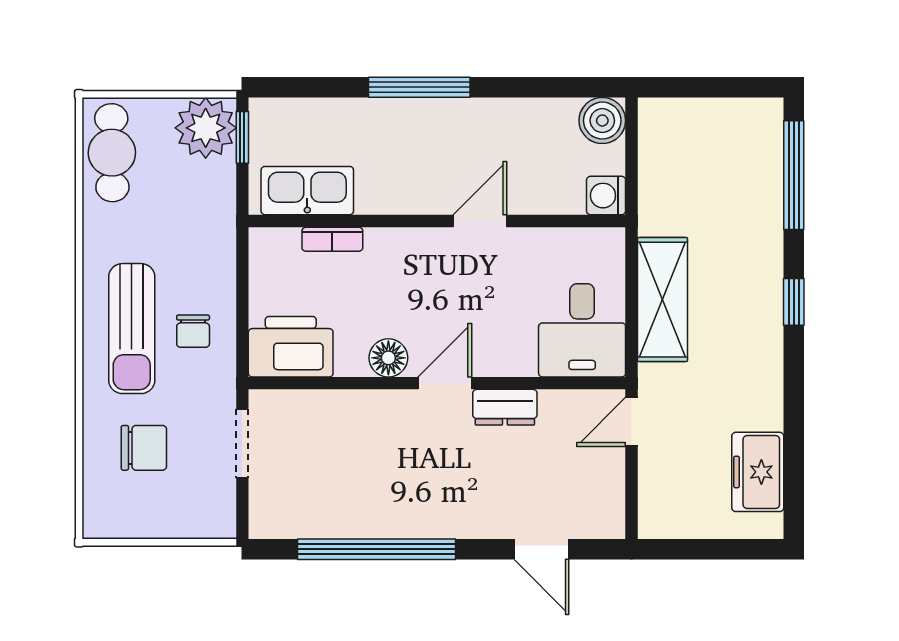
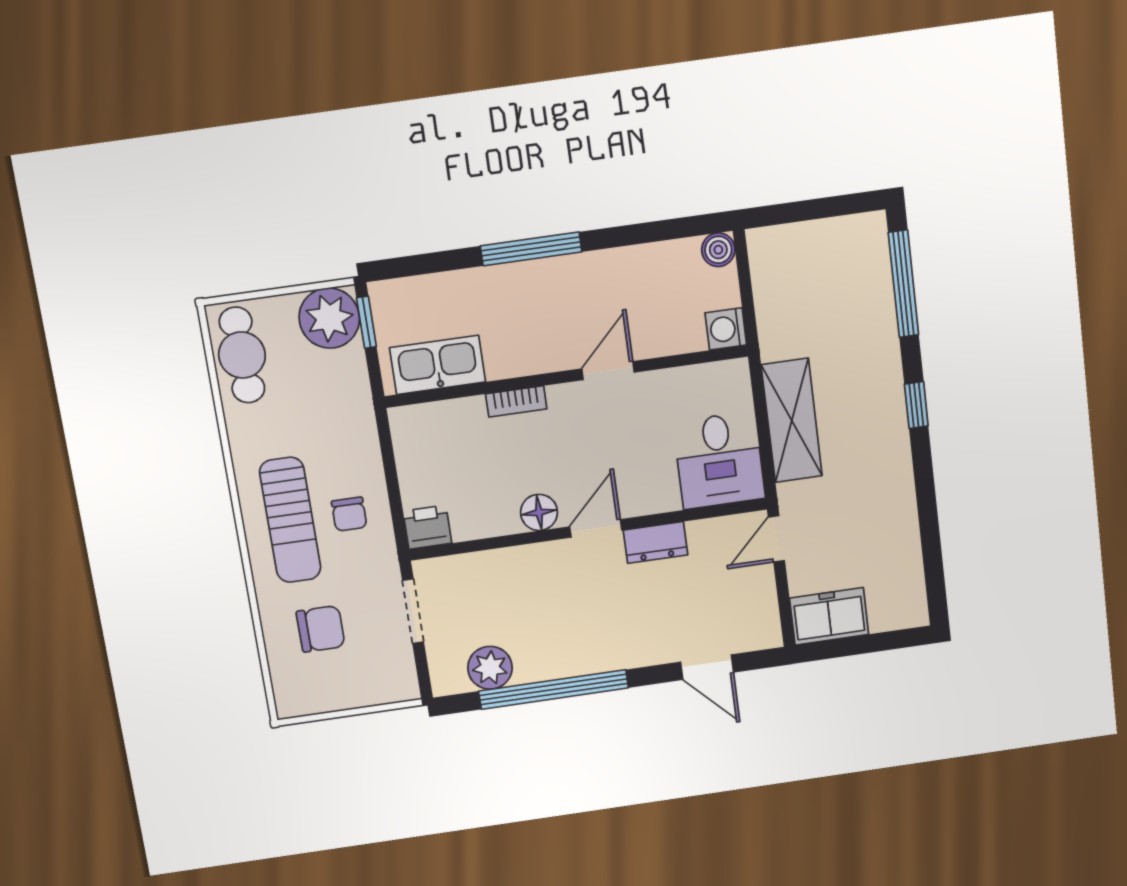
boiler: (602, 121) -> (718, 250), width x0.73, depth x0.73
bookcase: (332, 239) -> (516, 401), moved
printer: (291, 347) -> (427, 527), width x0.53, depth x0.68
freezer: (758, 472) -> (829, 616), moved, turned 90
plant: (313, 516) -> (490, 668), added

